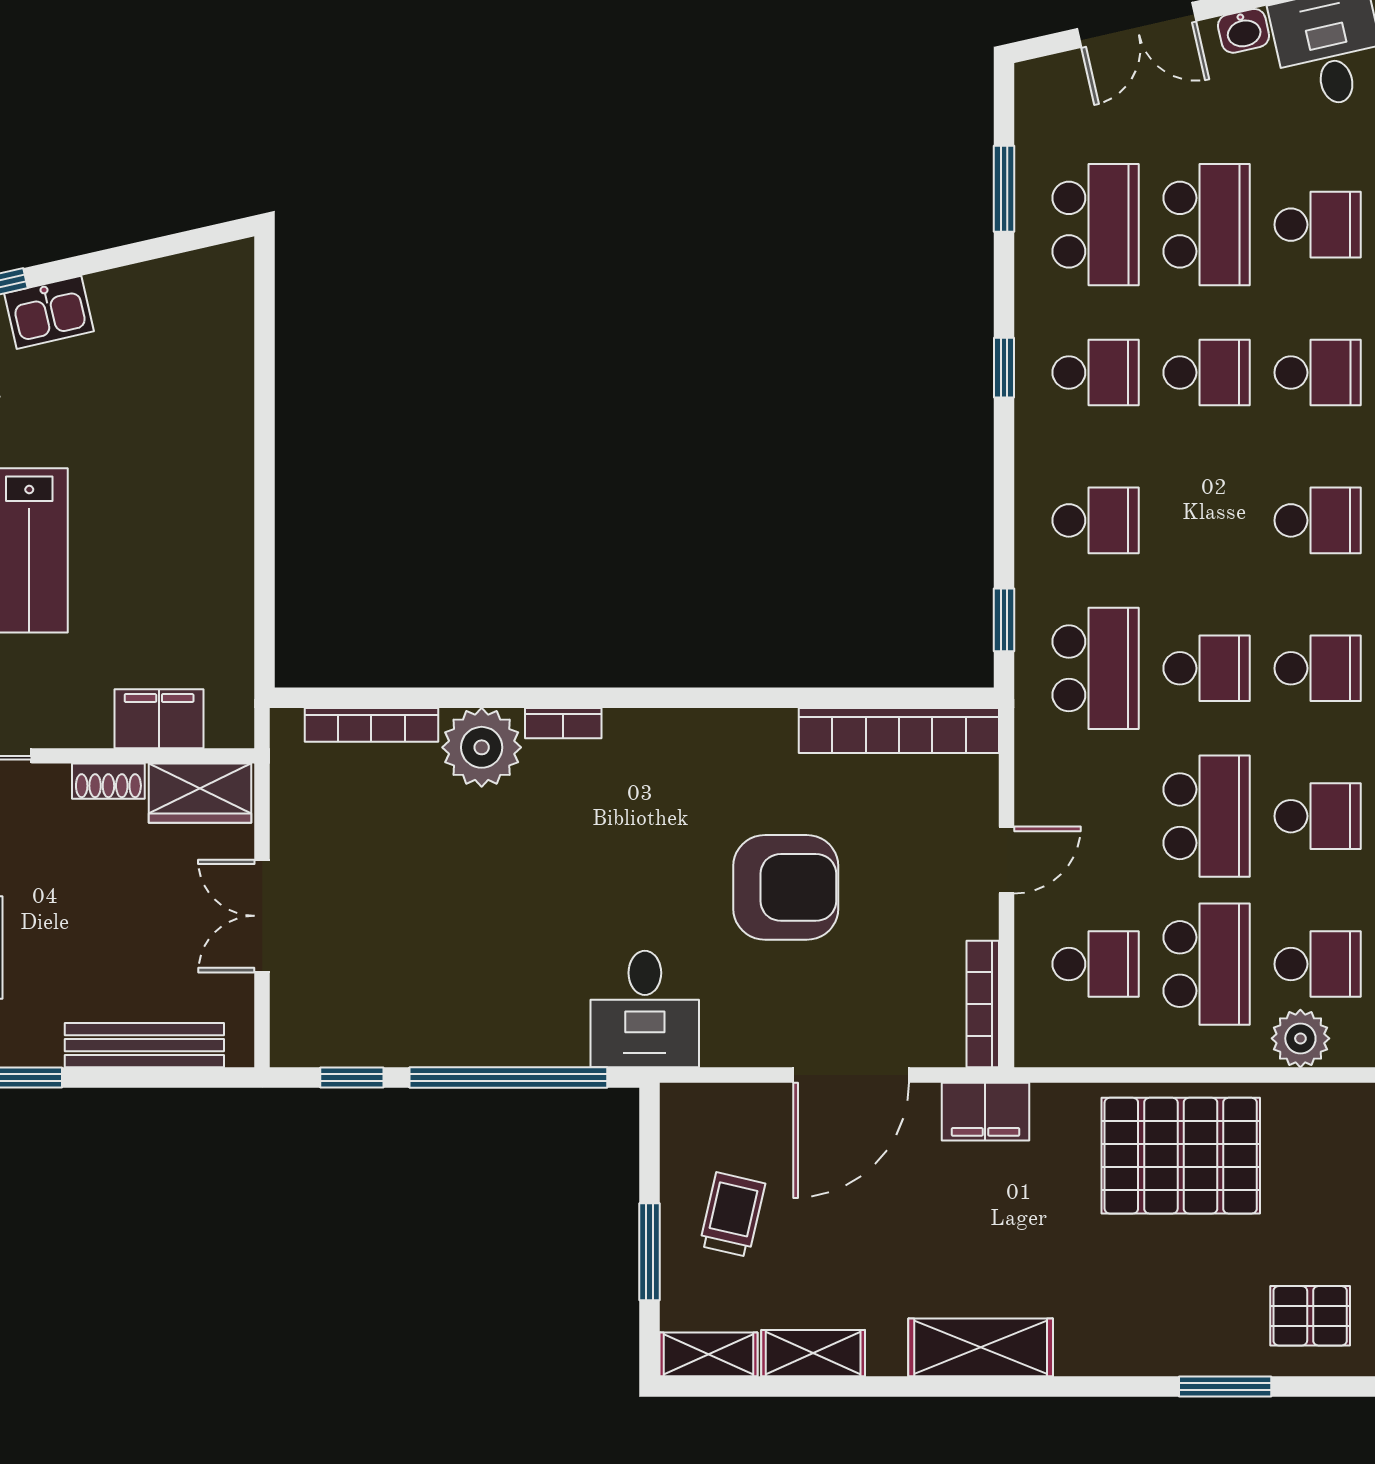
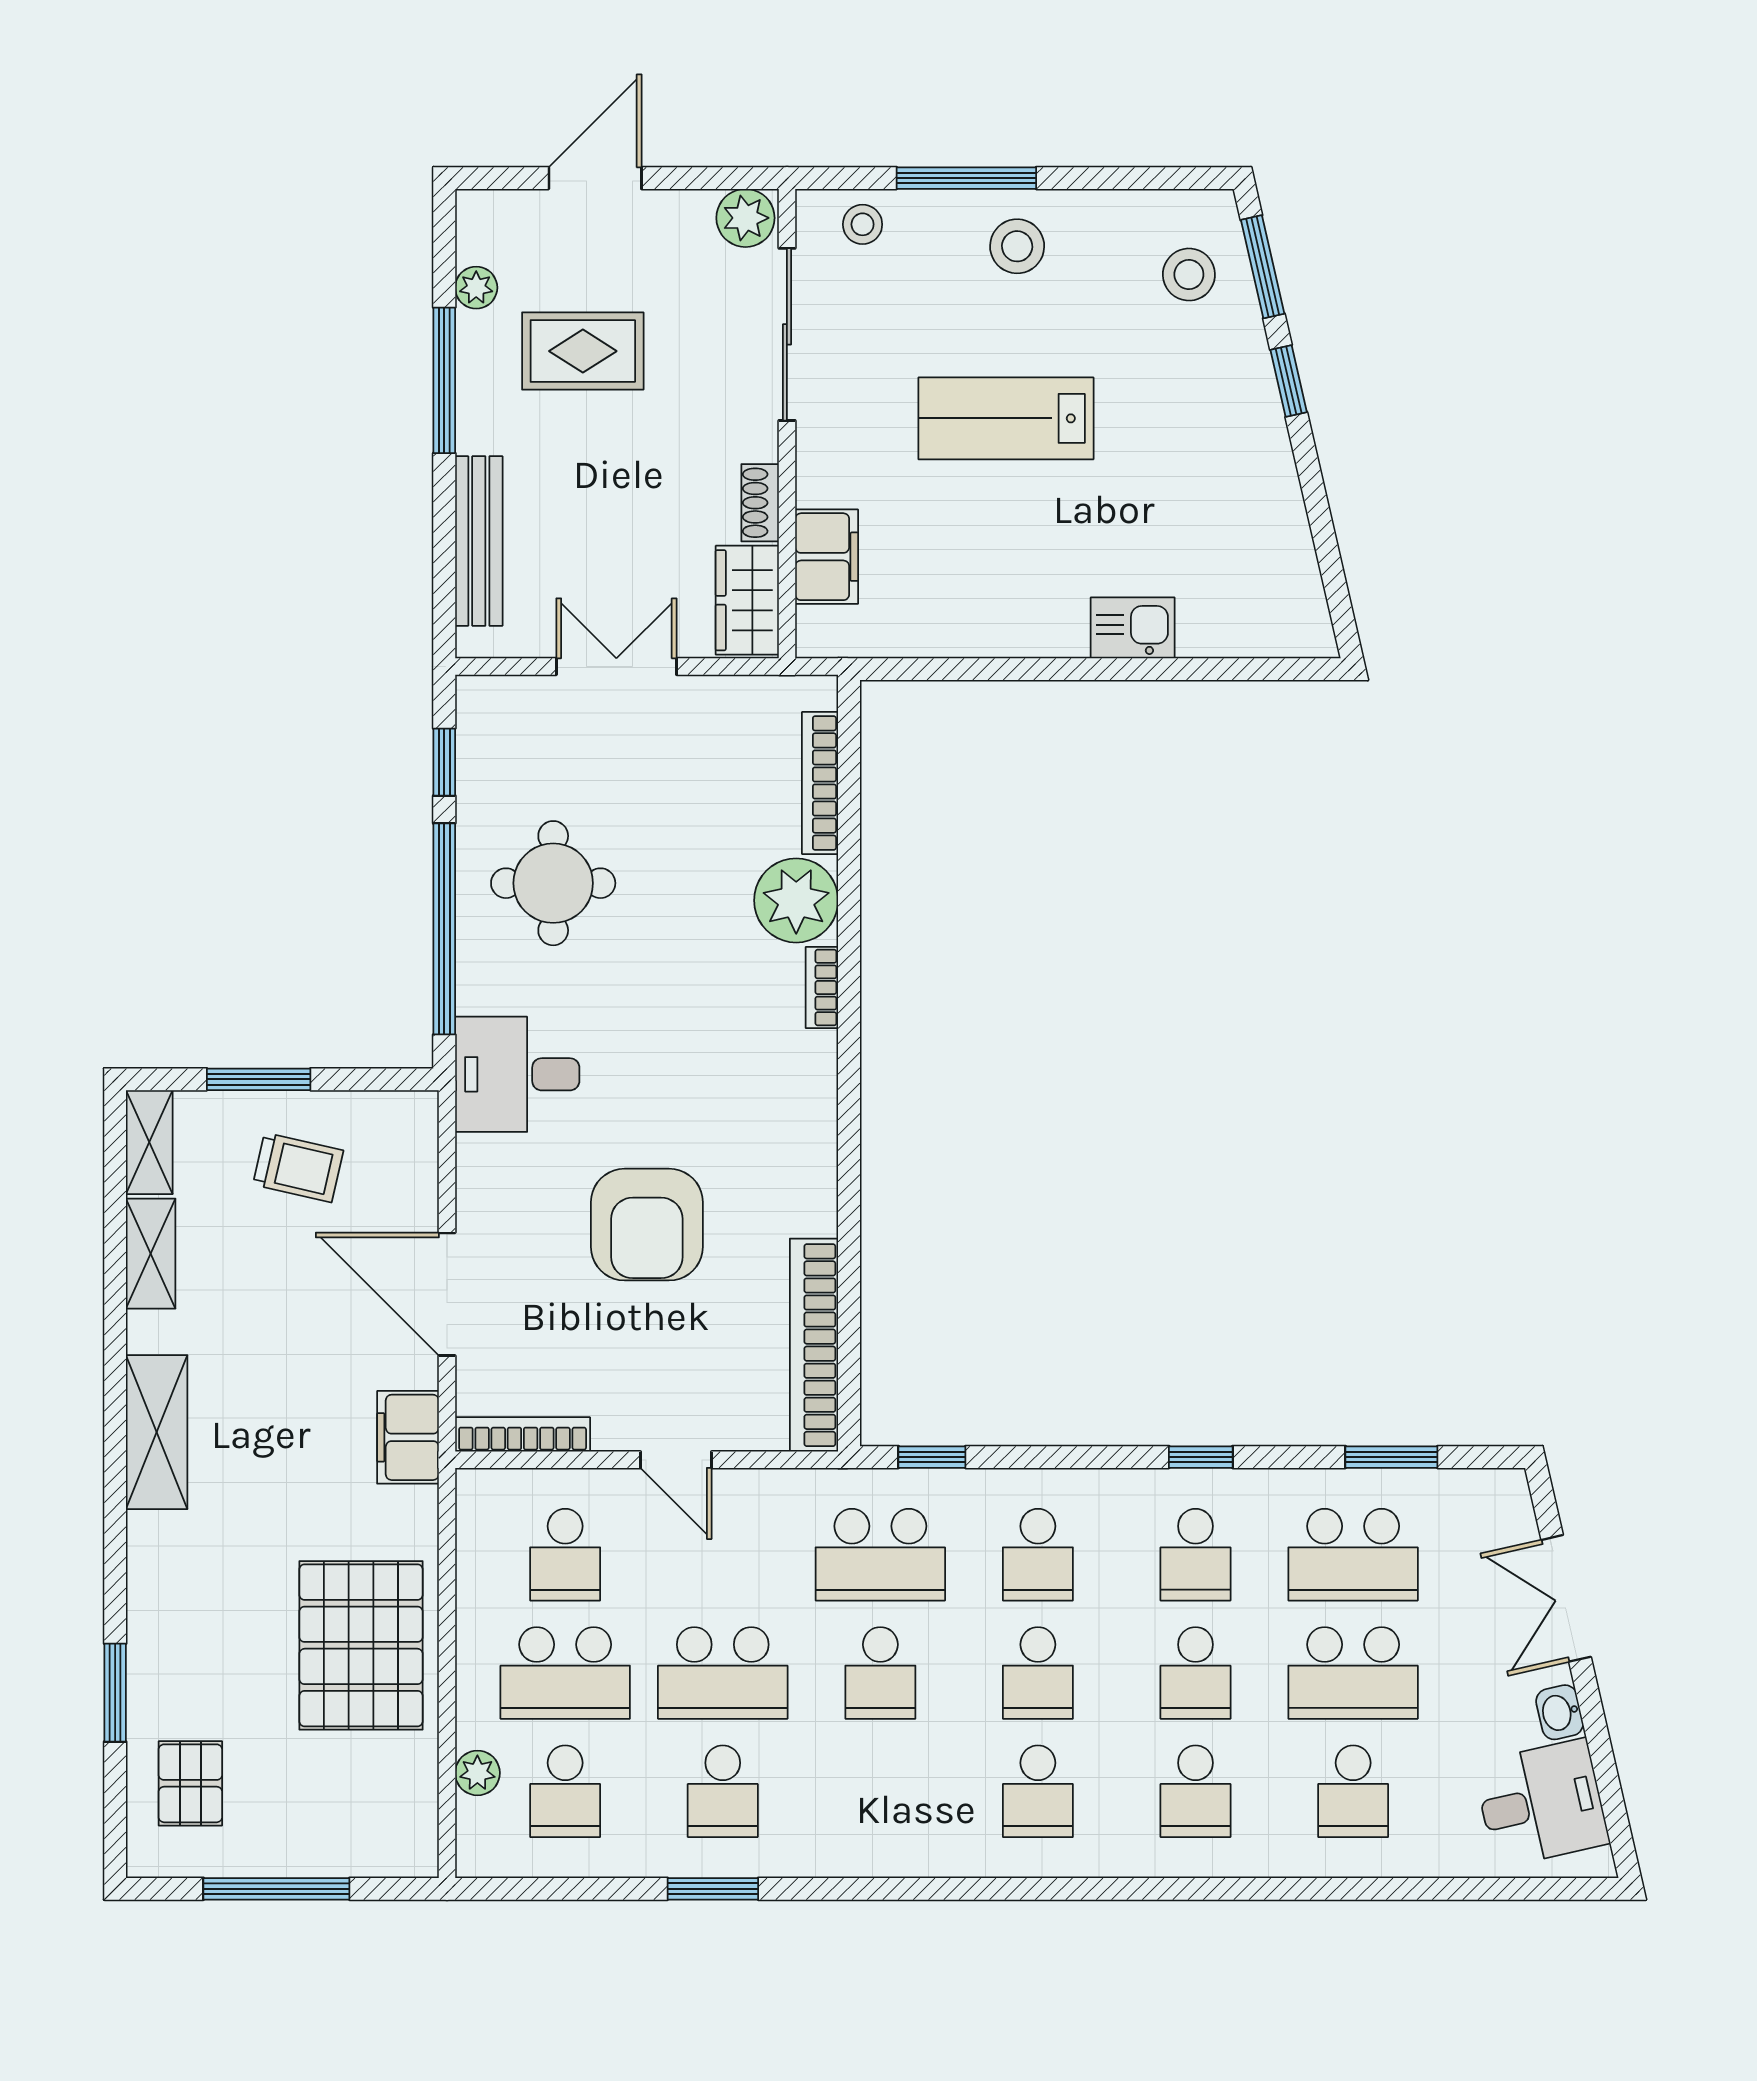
kitchen sink: (49, 312) -> (1133, 628), moved, turned 103
school desk: (1318, 668) -> (1038, 1673), moved
round table: (465, 975) -> (553, 883), added
plant: (1300, 1038) -> (477, 1773), width x0.73, depth x0.73

